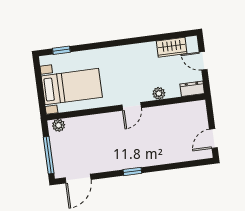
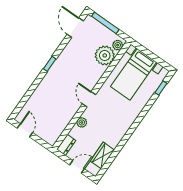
plant: (79, 128) -> (105, 55), added

